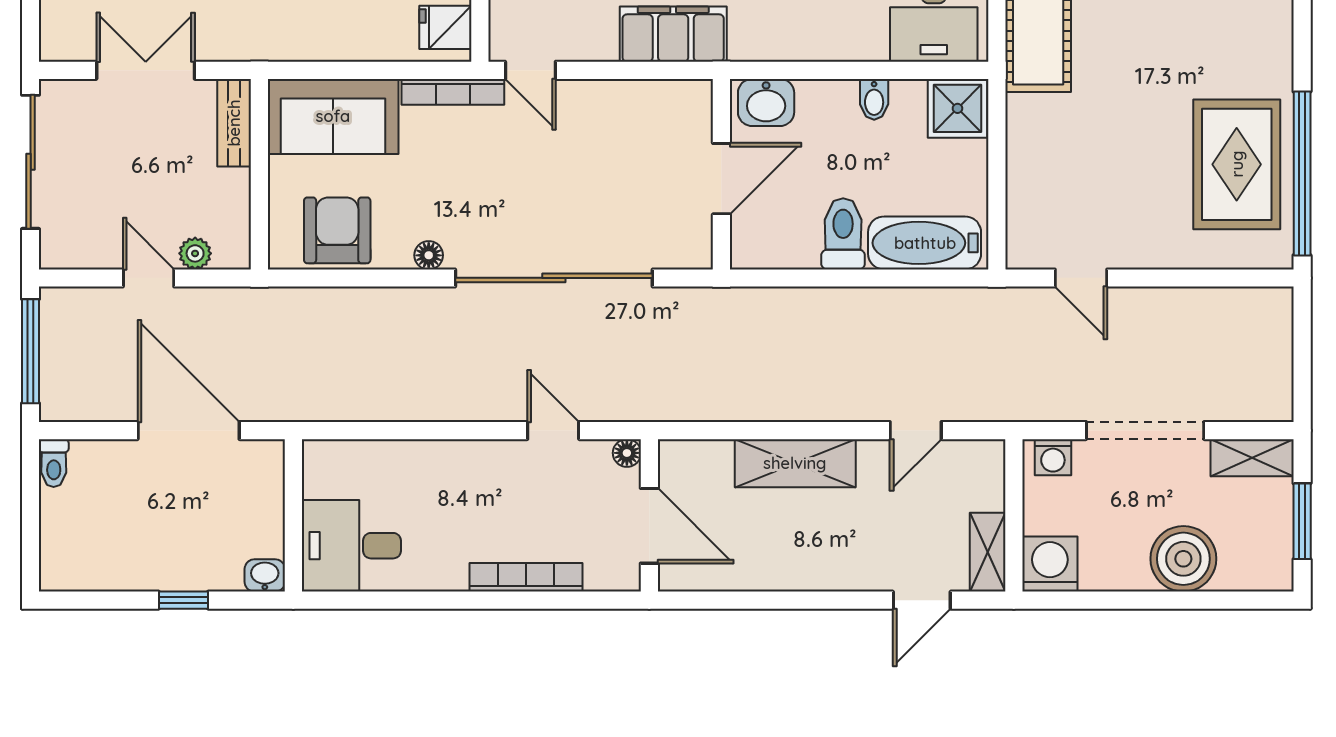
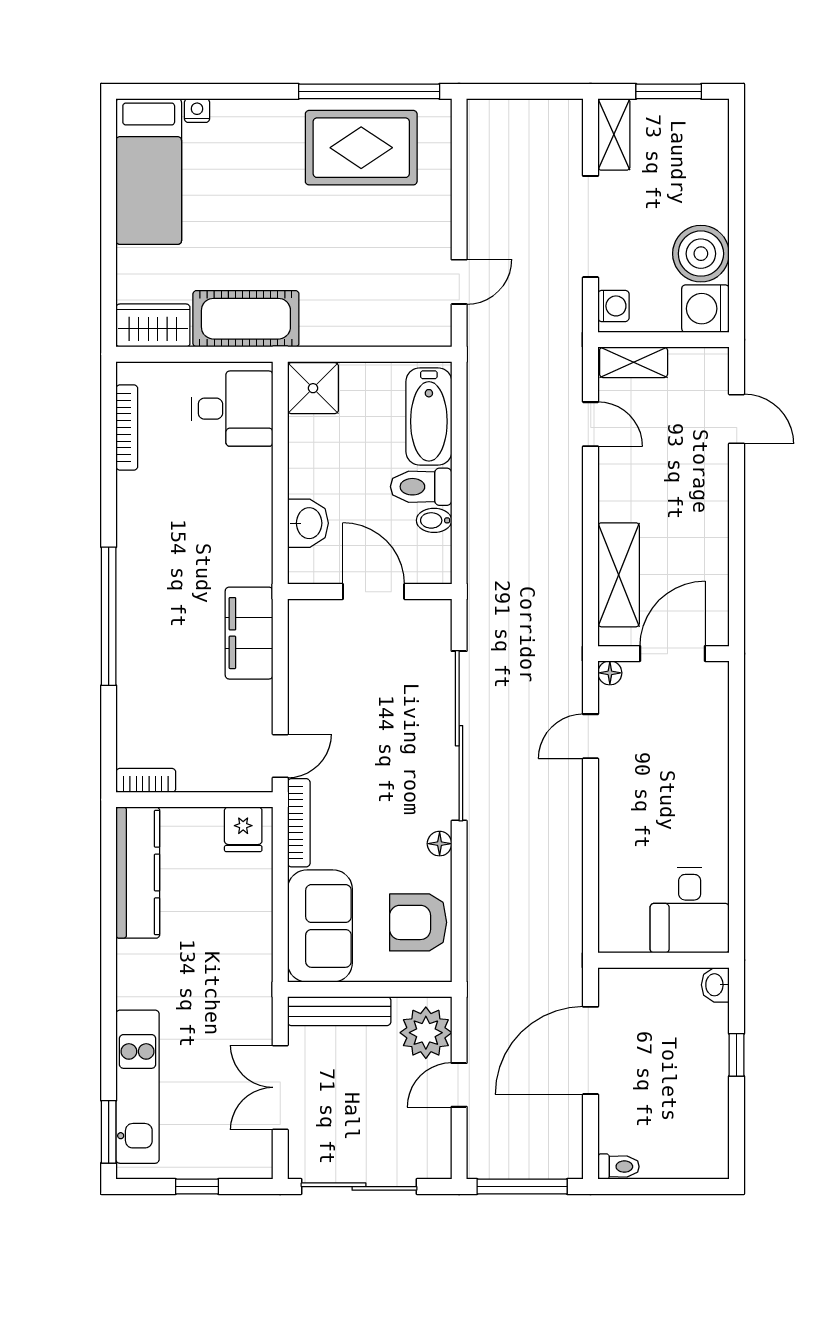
bidet: (874, 99) -> (434, 520), moved, turned 180
washbasin: (766, 102) -> (308, 523), moved
bench: (234, 123) -> (339, 1011), width x1.36
plant: (195, 253) -> (426, 1033), width x1.88, depth x1.88
shelving: (795, 463) -> (619, 575), moved
shelving: (988, 552) -> (634, 362), moved
boiler: (1183, 559) -> (701, 254), moved
bookcase: (526, 577) -> (717, 760), removed

